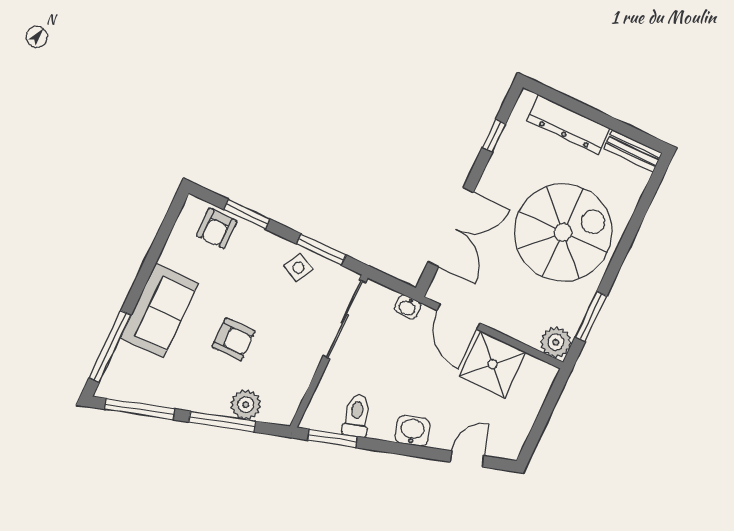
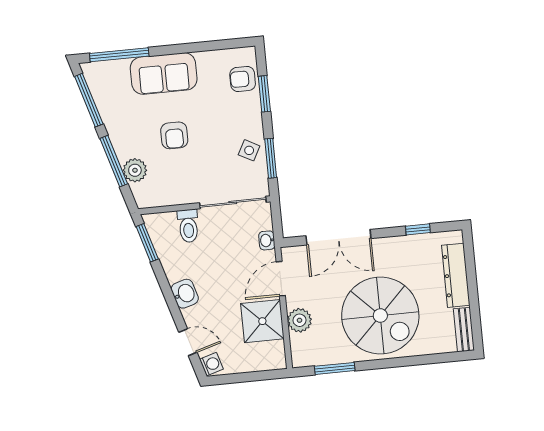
plant: (556, 342) -> (300, 320), moved
toilet: (356, 416) -> (188, 226), moved, turned 107
washing machine: (506, 448) -> (211, 364), added

